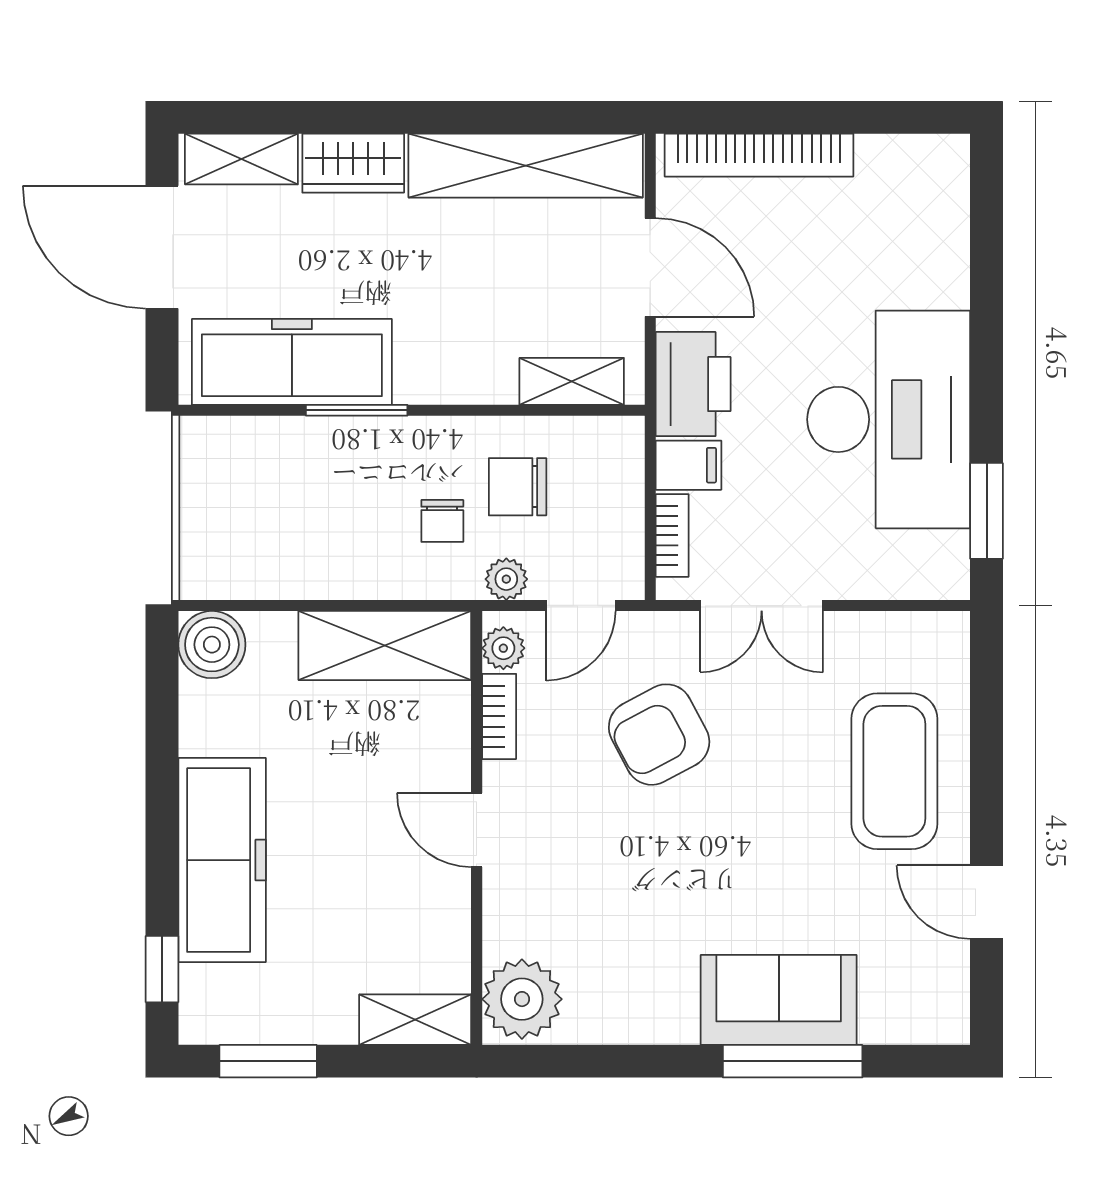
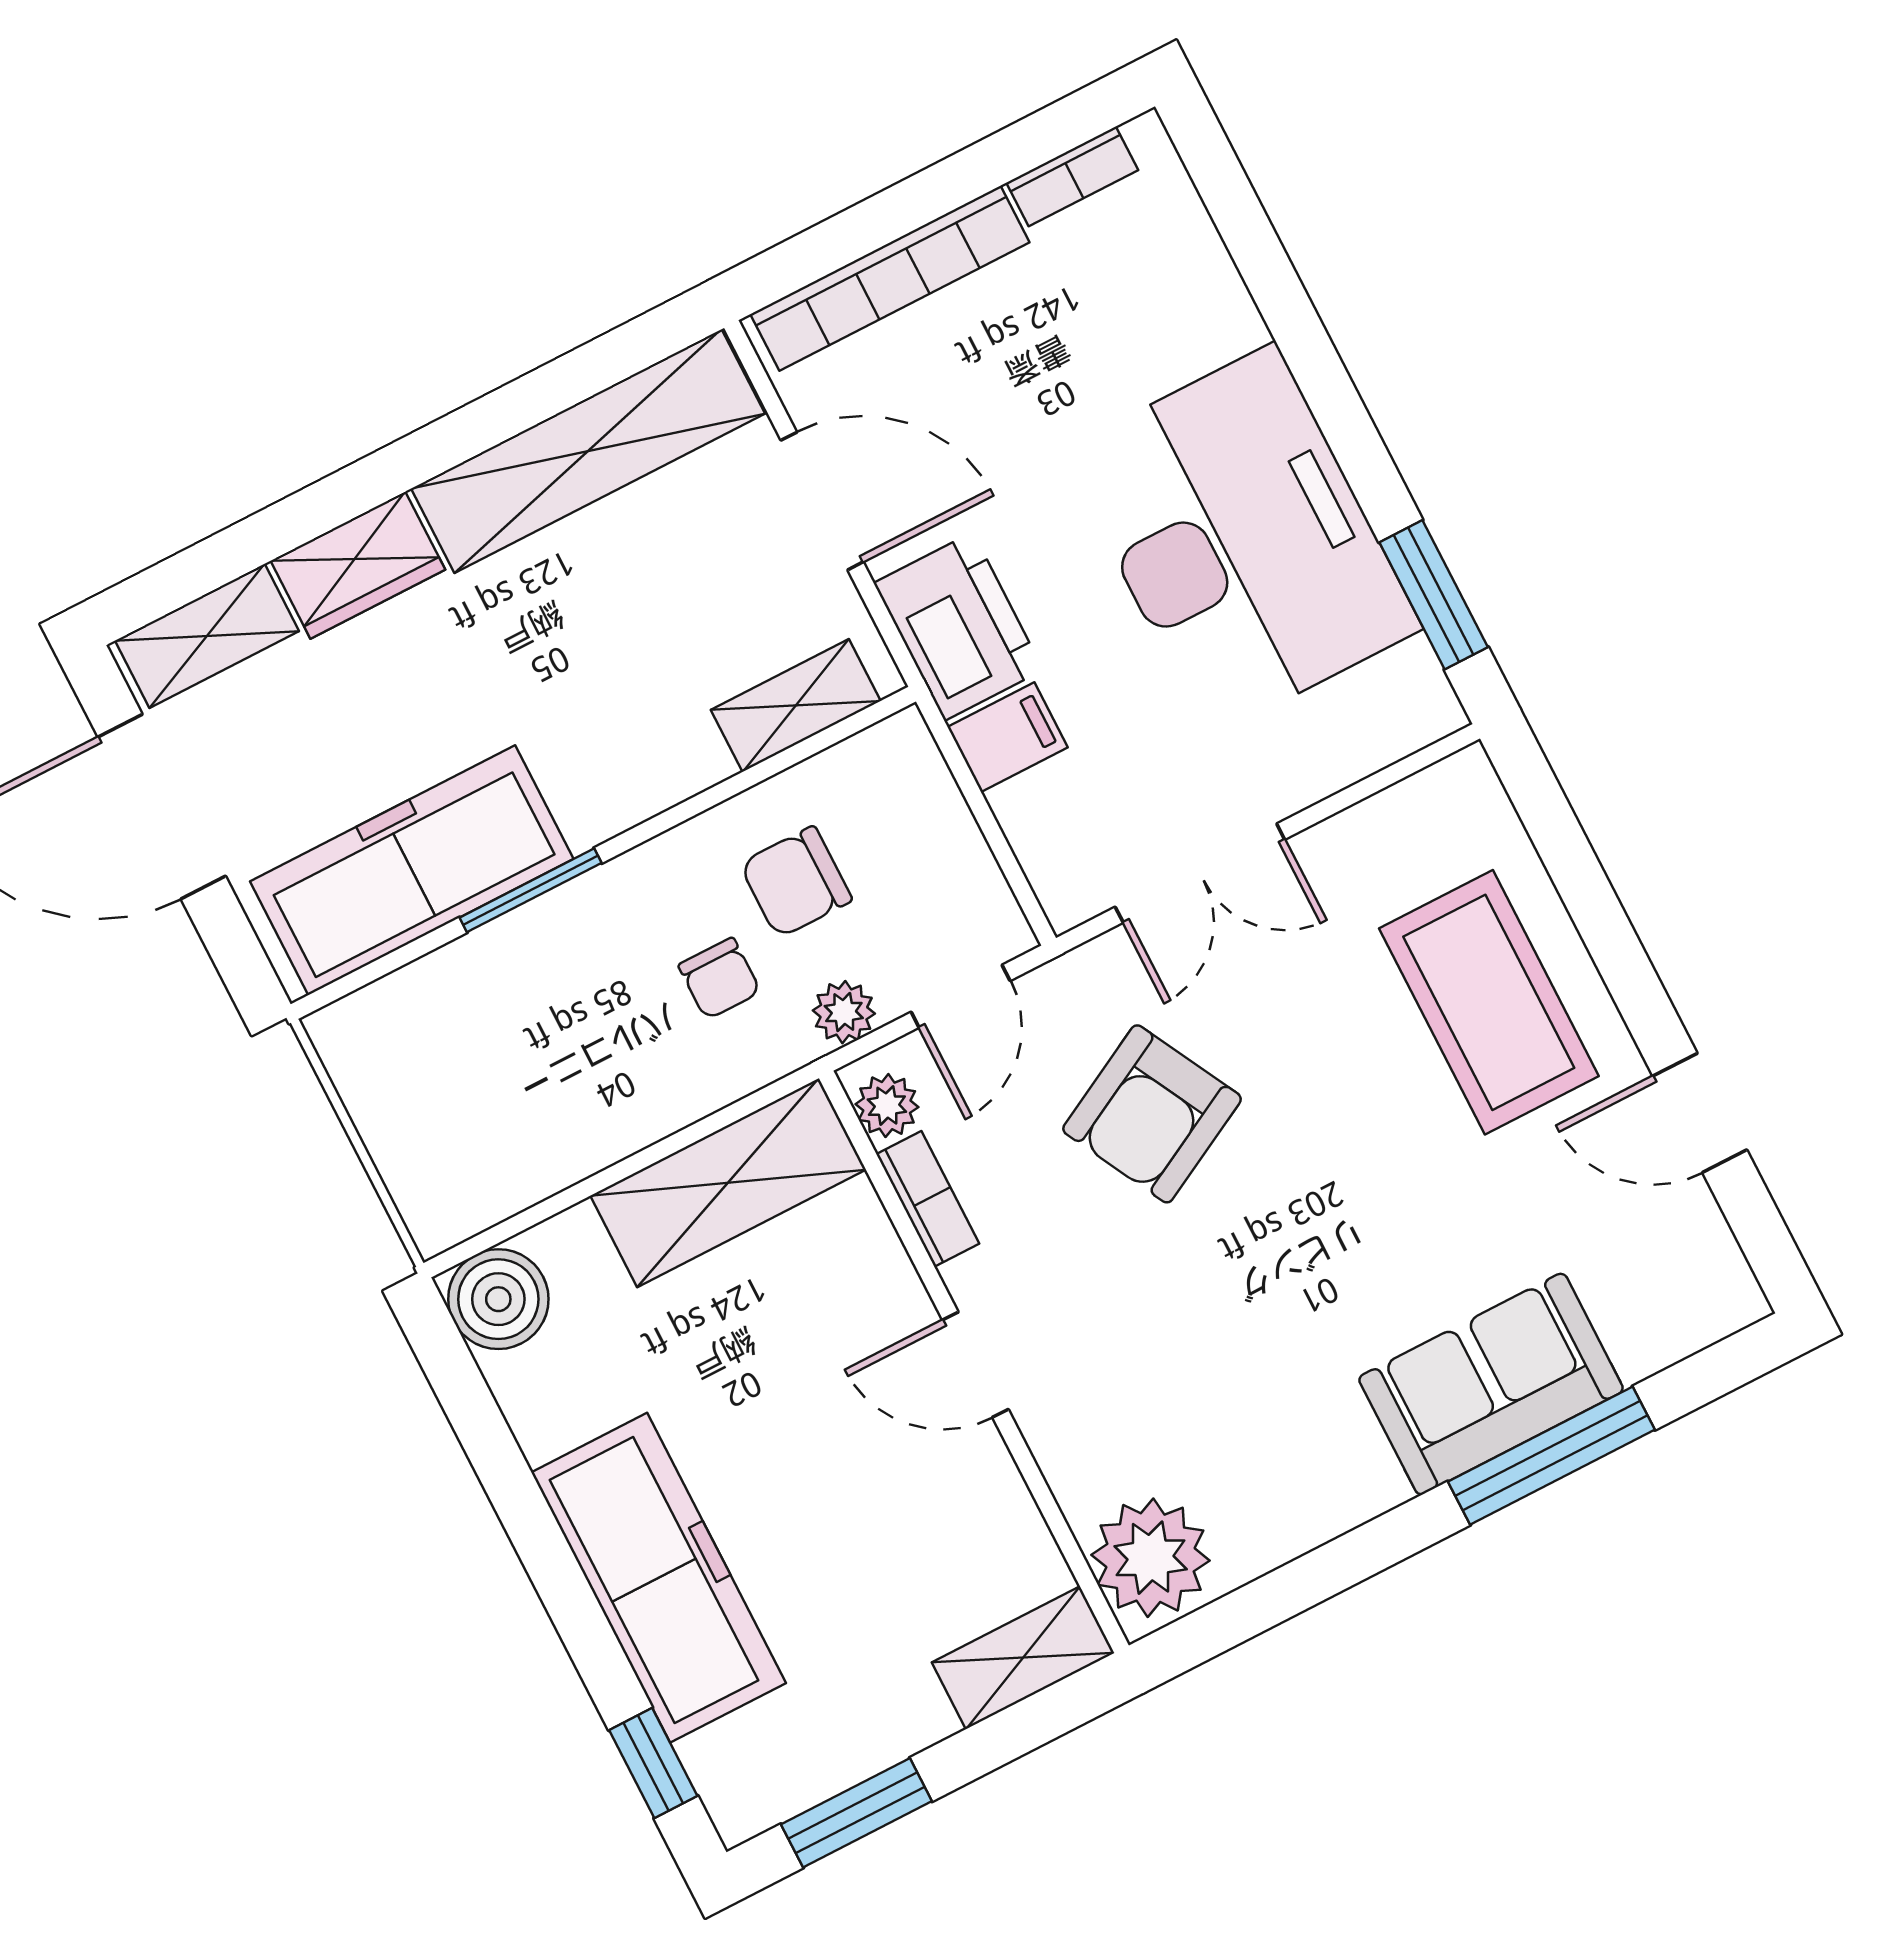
bookcase: (672, 535) -> (1072, 176), moved, turned 90

